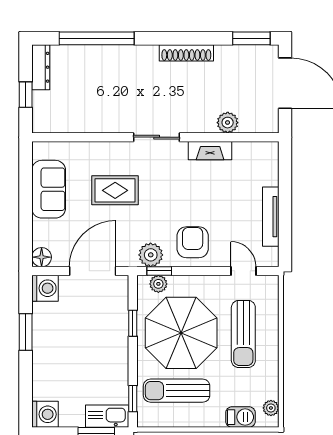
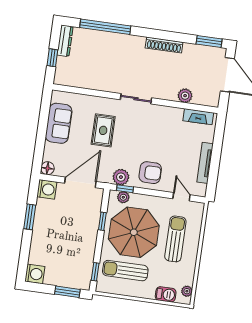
fireplace: (210, 151) -> (198, 117), moved
rug: (115, 190) -> (103, 130), turned 90
armchair: (193, 242) -> (150, 173), turned 90
sun lounger: (243, 334) -> (175, 239), turned 180
kitchen sink: (107, 416) -> (76, 281), removed

